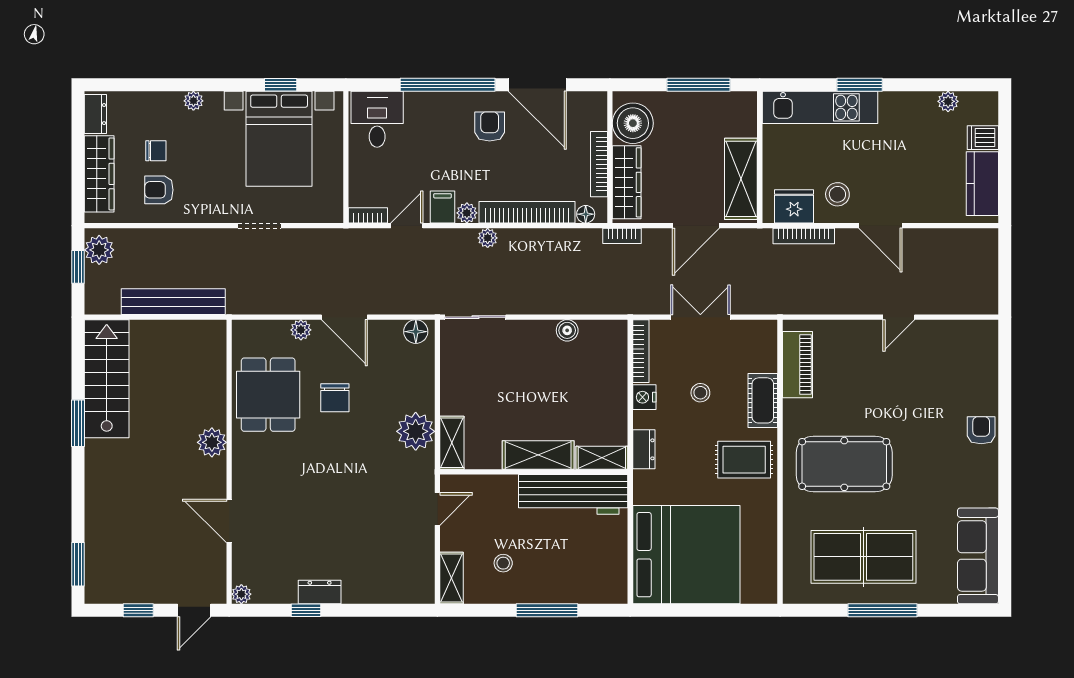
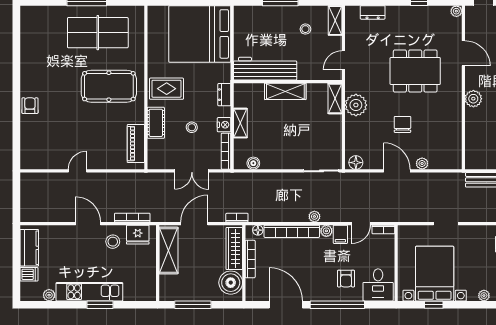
kitchen unit: (820, 107) -> (89, 292), moved
armchair: (490, 126) -> (346, 279), moved
boiler: (567, 330) -> (253, 163), moved
dining table: (268, 395) -> (415, 71), moved, width x1.38
armchair: (981, 430) -> (30, 106), turned 180
shelving: (602, 458) -> (240, 123), moved, turned 90
sofa: (978, 556) -> (32, 33), removed
dresser: (320, 592) -> (373, 12), moved

